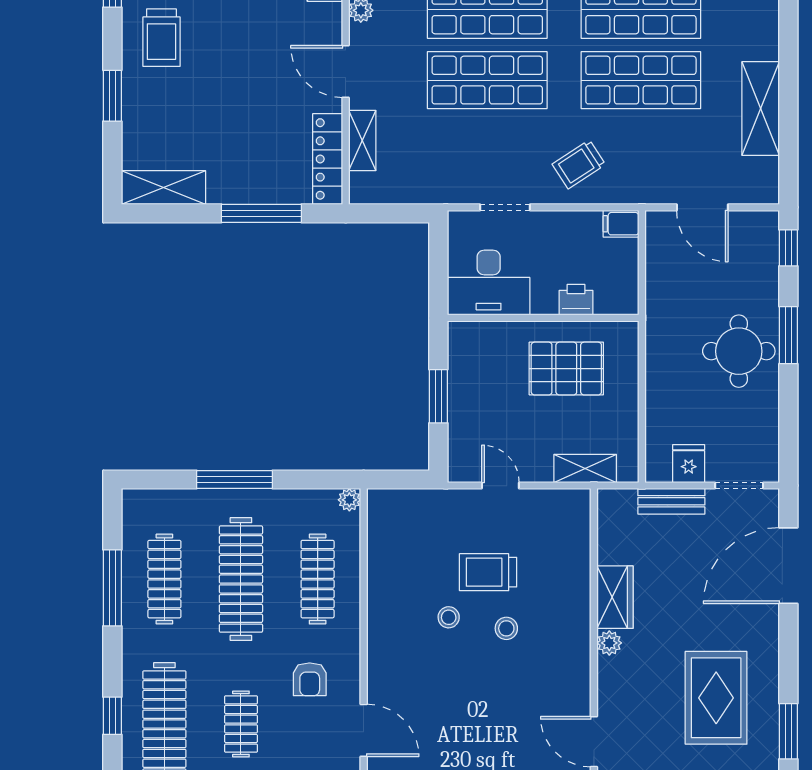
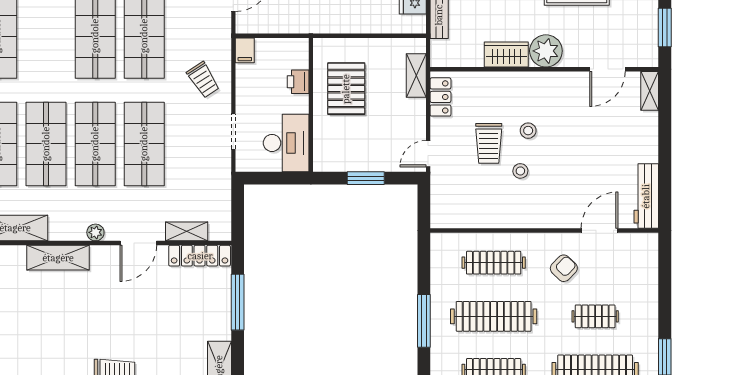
door: (500, 486) -> (428, 154), moved
plant: (349, 500) -> (438, 240), removed
locker: (554, 503) -> (440, 97), added
plant: (609, 643) -> (546, 51), width x1.88, depth x1.88
armchair: (310, 679) -> (564, 268), turned -46

